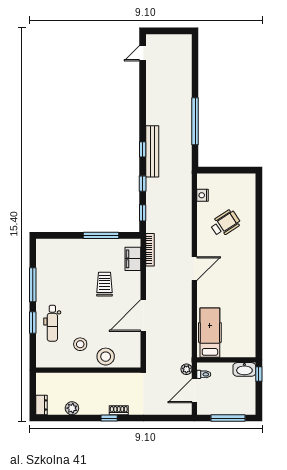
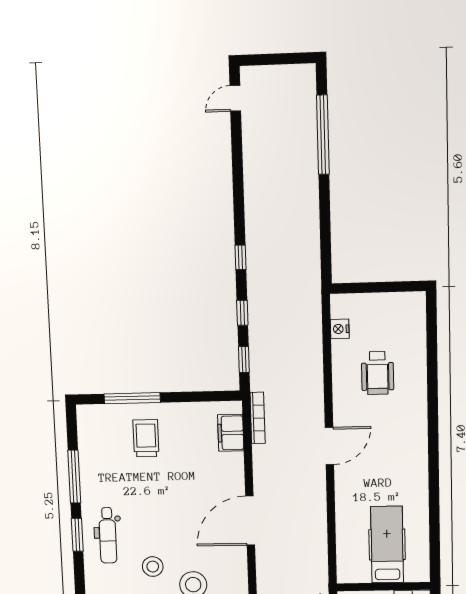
window: (195, 121) -> (323, 135), moved
bench: (152, 151) -> (256, 260), removed
wheelchair: (225, 223) -> (378, 373), turned 123
window: (101, 235) -> (132, 398), moved
trolley: (104, 284) -> (146, 438), moved
hospital bed: (210, 333) -> (387, 545), moved

